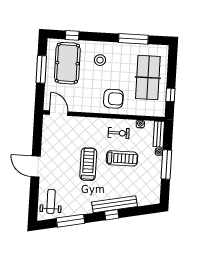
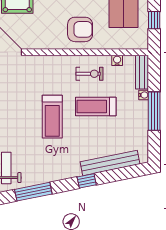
treadmill: (122, 158) -> (96, 107), turned 180
treadmill: (88, 164) -> (52, 117), turned 180
bench: (115, 204) -> (110, 163), moved

